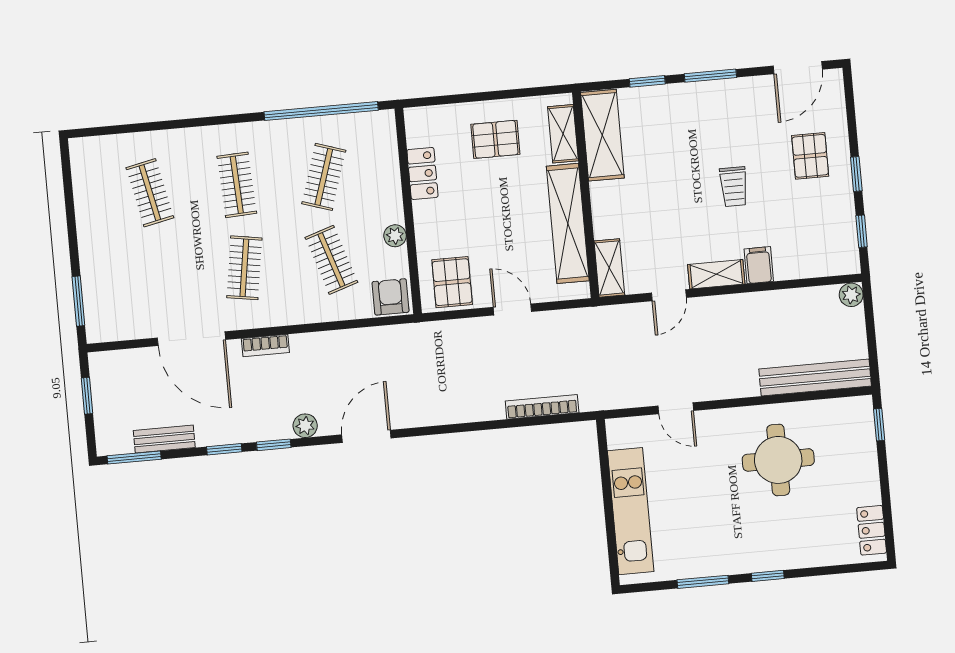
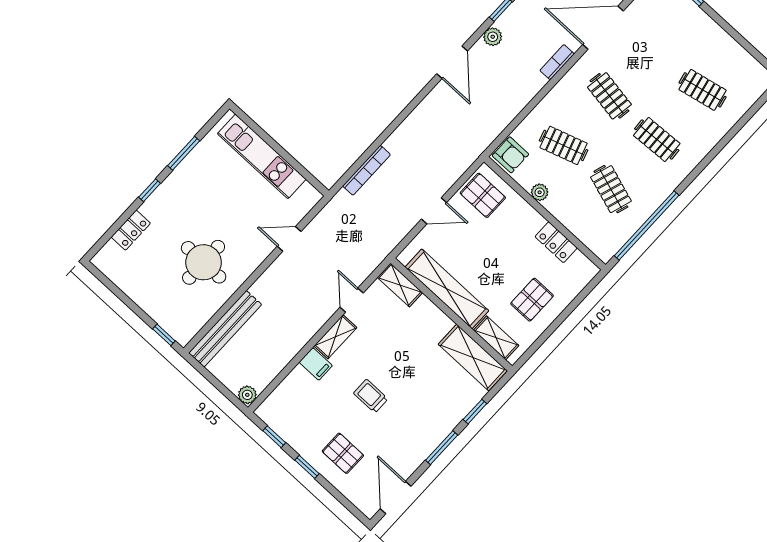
locker: (872, 530) -> (131, 230), moved, turned 90

